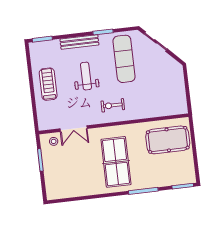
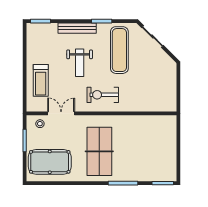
weight bench: (86, 76) -> (80, 63), turned 180
treadmill: (48, 84) -> (41, 80), moved, turned 180
exercise bike: (113, 105) -> (103, 95), width x1.38, depth x1.39
double door: (74, 129) -> (61, 113), swing flipped
pool table: (168, 140) -> (50, 162), moved

